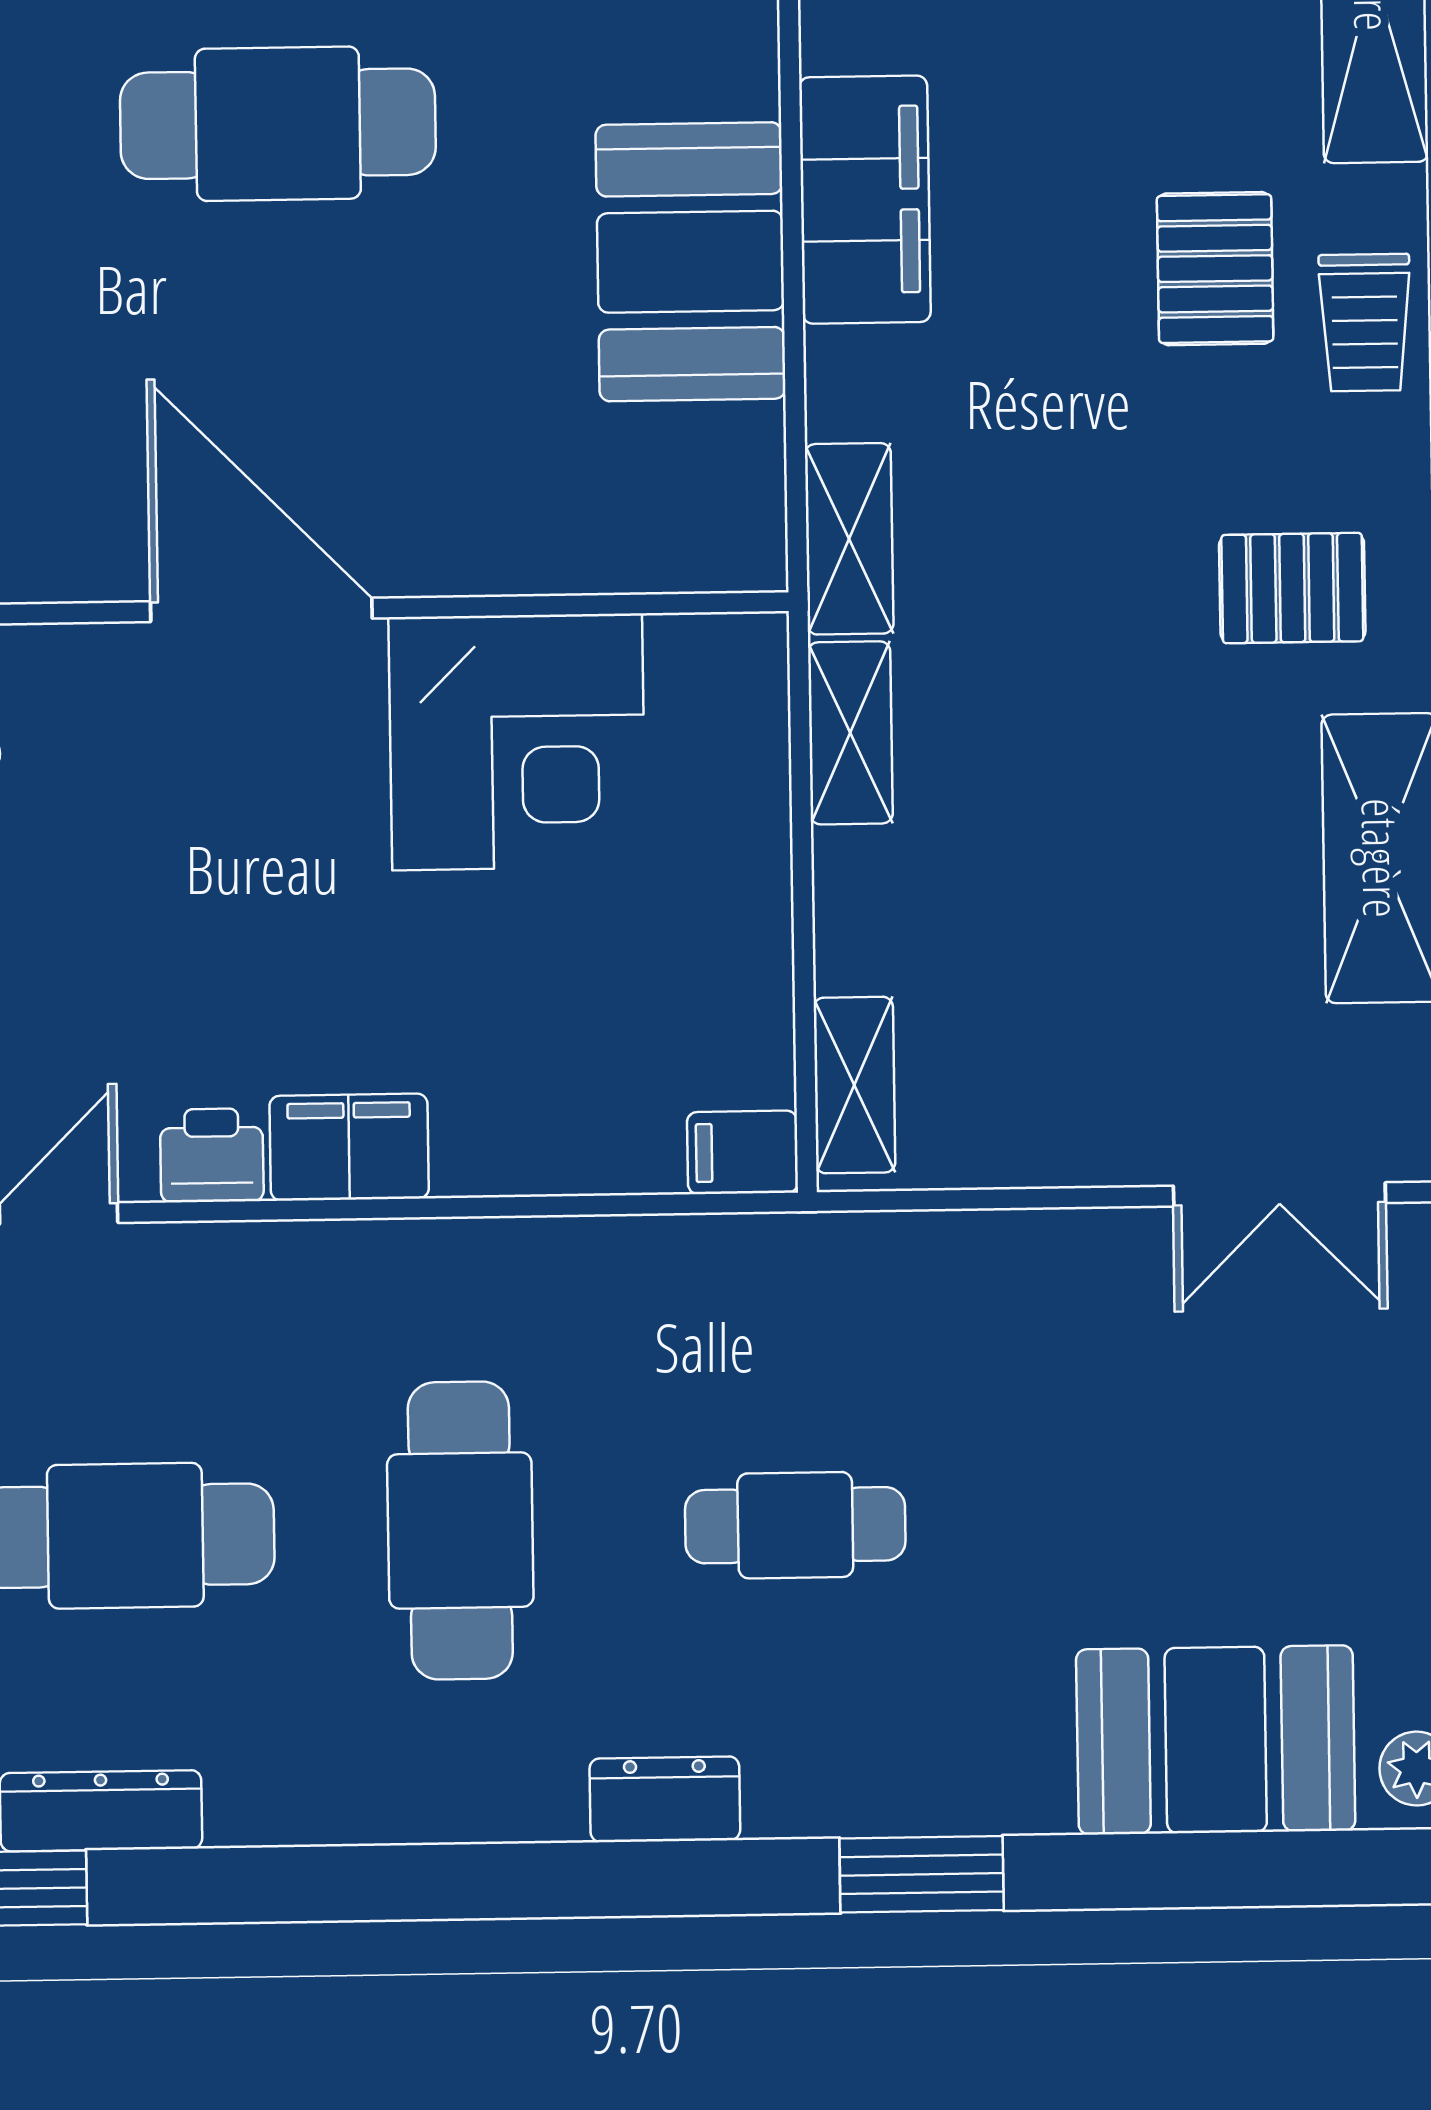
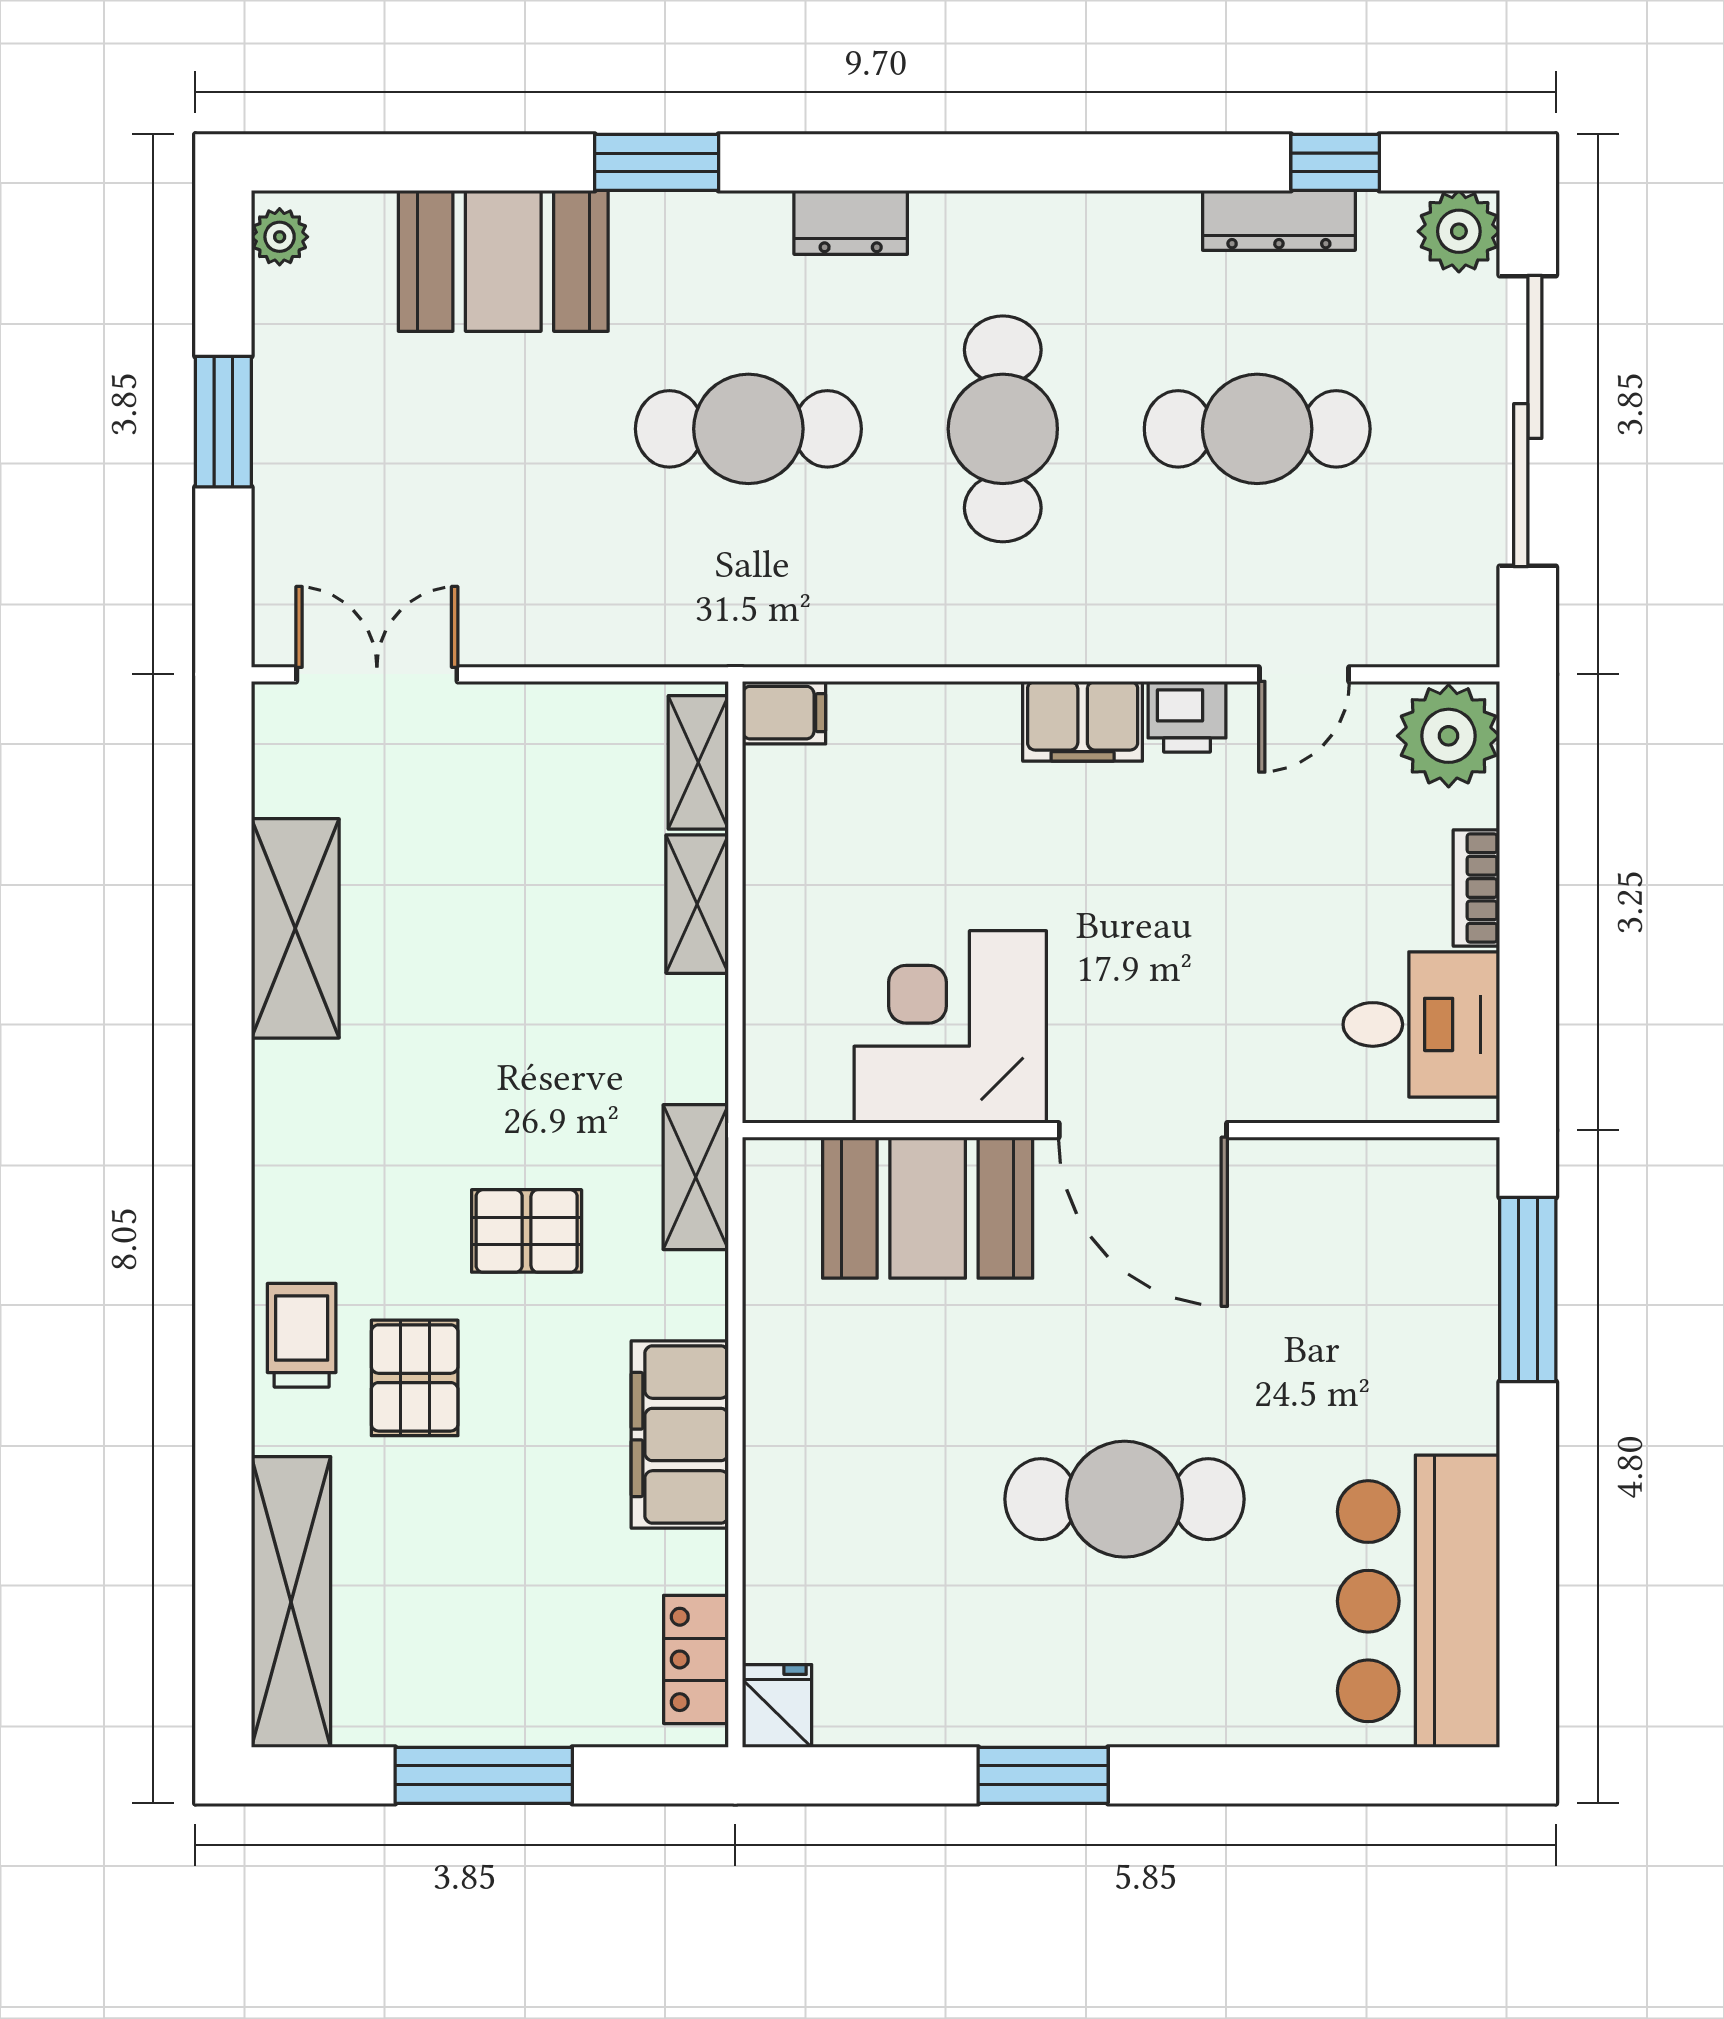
booth: (691, 262) -> (928, 1208), moved, turned 90
pallet: (1292, 588) -> (527, 1231), moved
shelving: (850, 733) -> (697, 904), moved
cafe table: (795, 1525) -> (748, 429), width x1.37, depth x1.35
booth: (1216, 1740) -> (503, 261), moved

